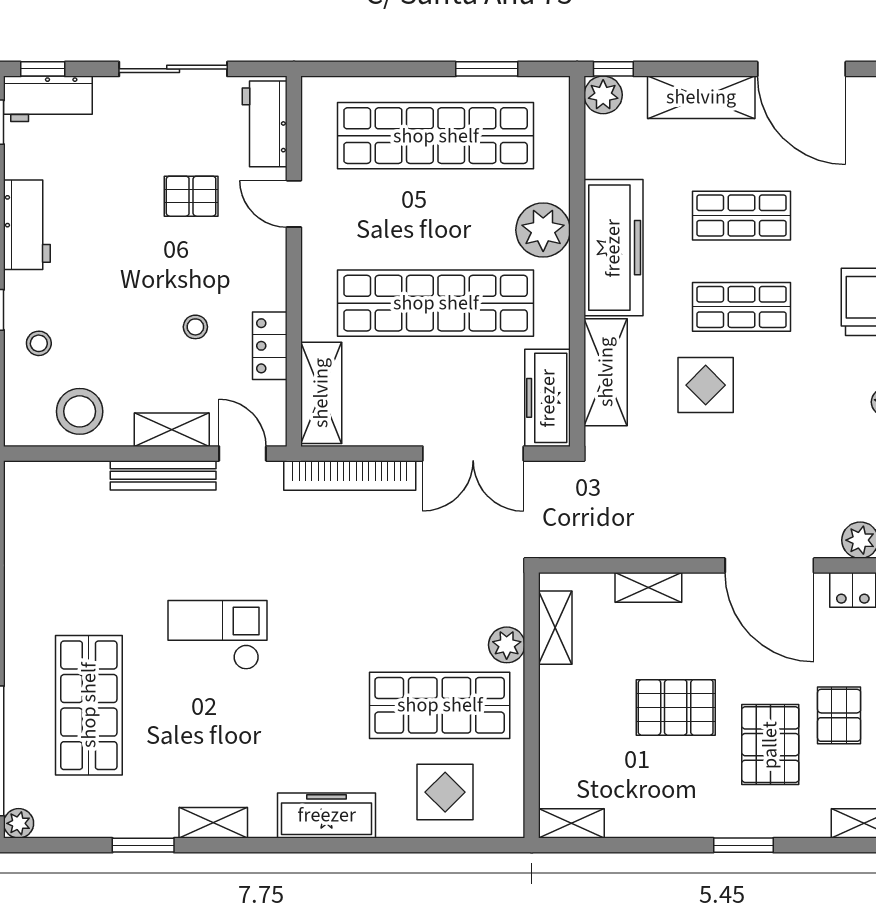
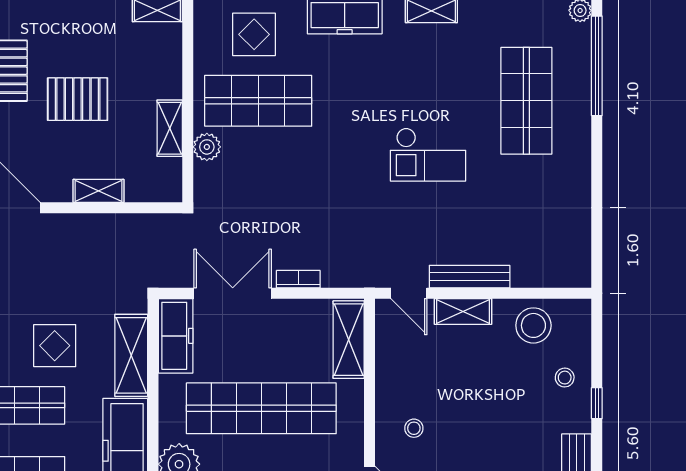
stool: (195, 327) -> (414, 428), moved
locker: (270, 346) -> (388, 376), removed
bookcase: (350, 475) -> (298, 279), width x0.43, depth x0.76
shelving: (555, 628) -> (170, 128), moved

